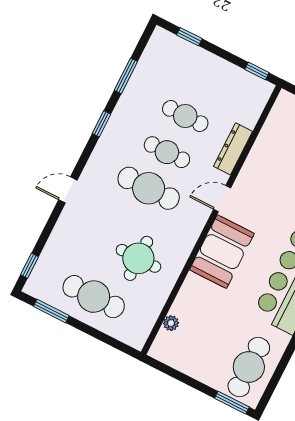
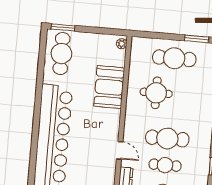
door: (222, 199) -> (120, 150), hinge flipped
booth: (222, 252) -> (109, 87), moved
plant: (171, 323) -> (122, 44), moved

